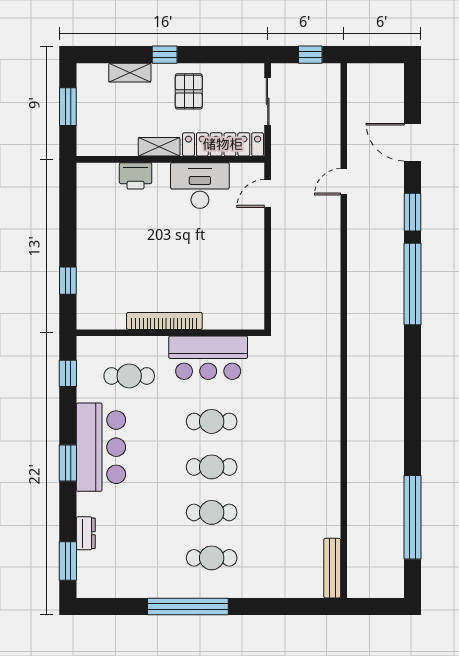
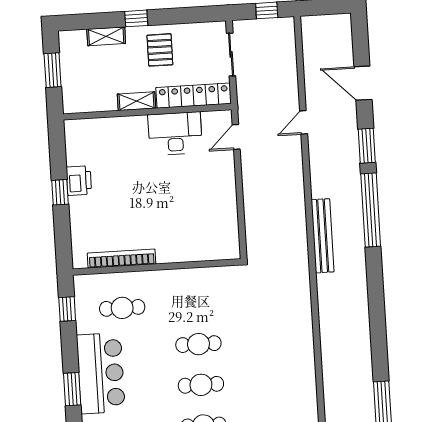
printer: (136, 176) -> (79, 181), moved, turned -90
window: (68, 281) -> (60, 192), moved
bench: (357, 309) -> (323, 236), added
bookcase: (164, 321) -> (122, 259), moved
bar counter: (208, 358) -> (192, 287), removed

